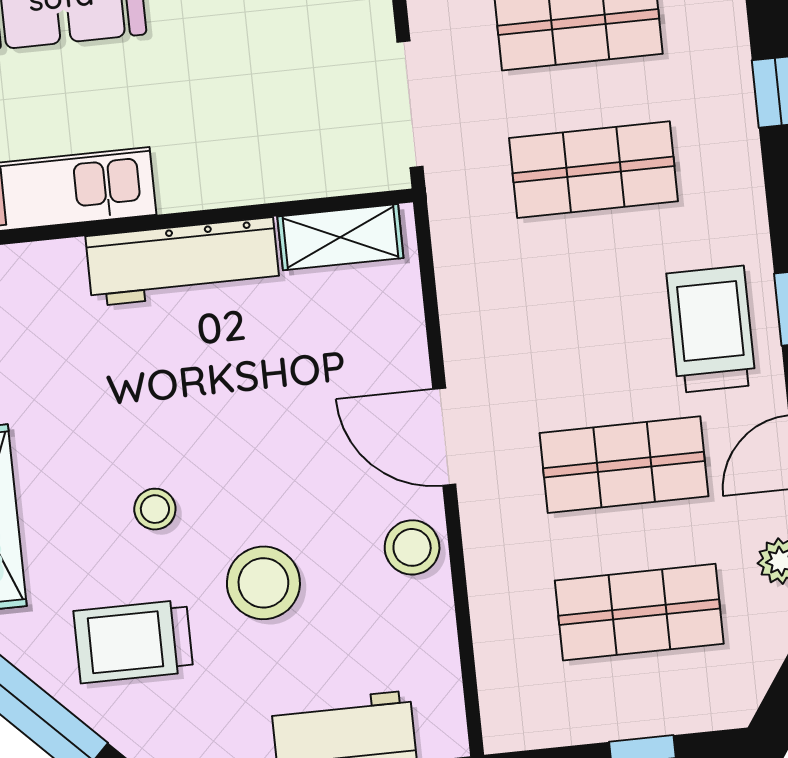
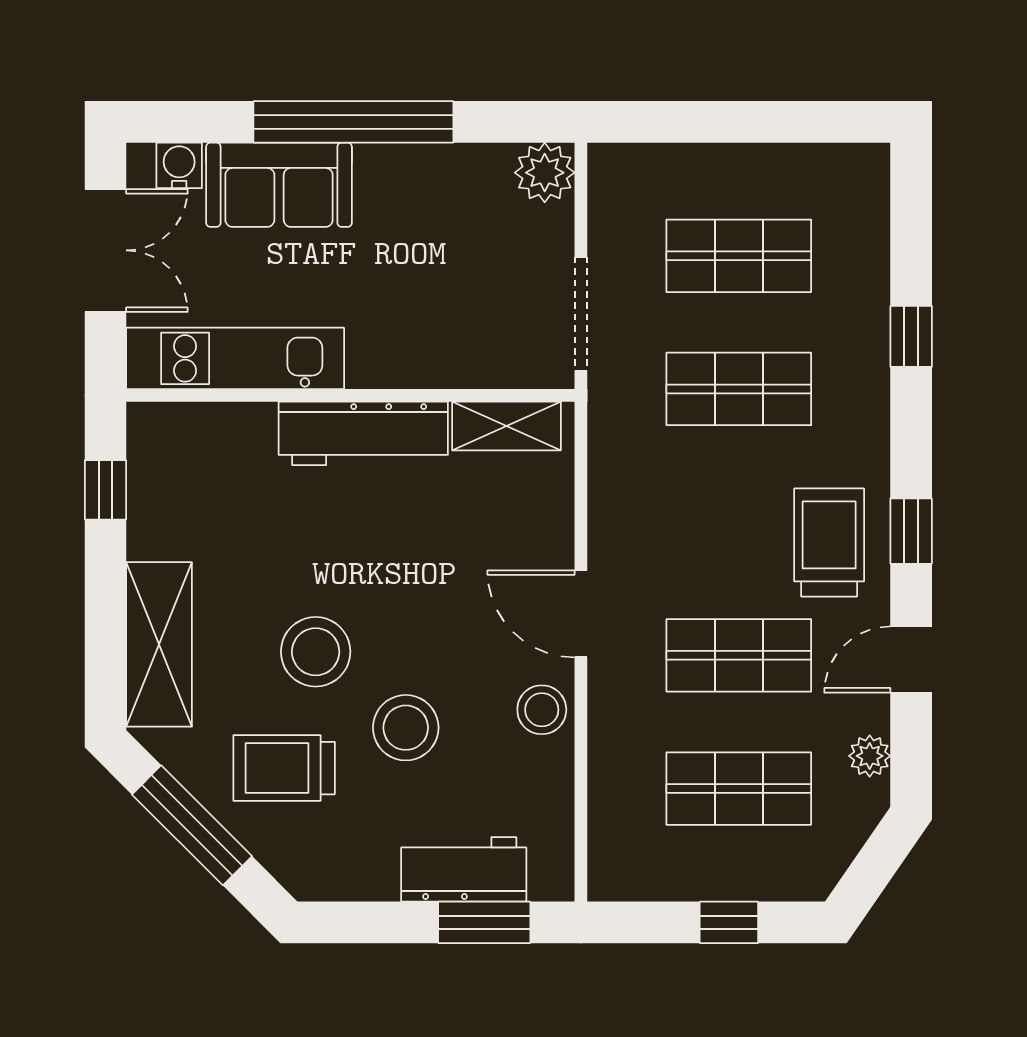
stool: (155, 509) -> (316, 652), width x1.89, depth x1.89

